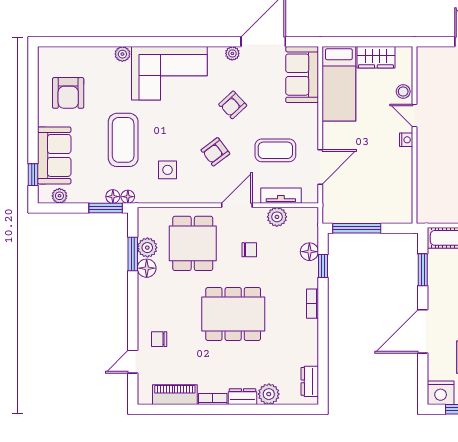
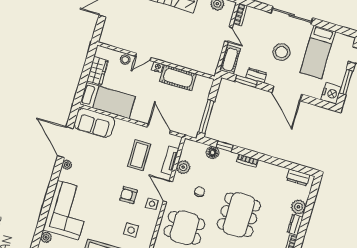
armchair: (233, 105) -> (101, 175), removed
armchair: (215, 152) -> (129, 195), turned 127
cot: (400, 173) -> (178, 78), added
side table: (213, 188) -> (152, 204), added
dresser: (435, 281) -> (256, 75), added

